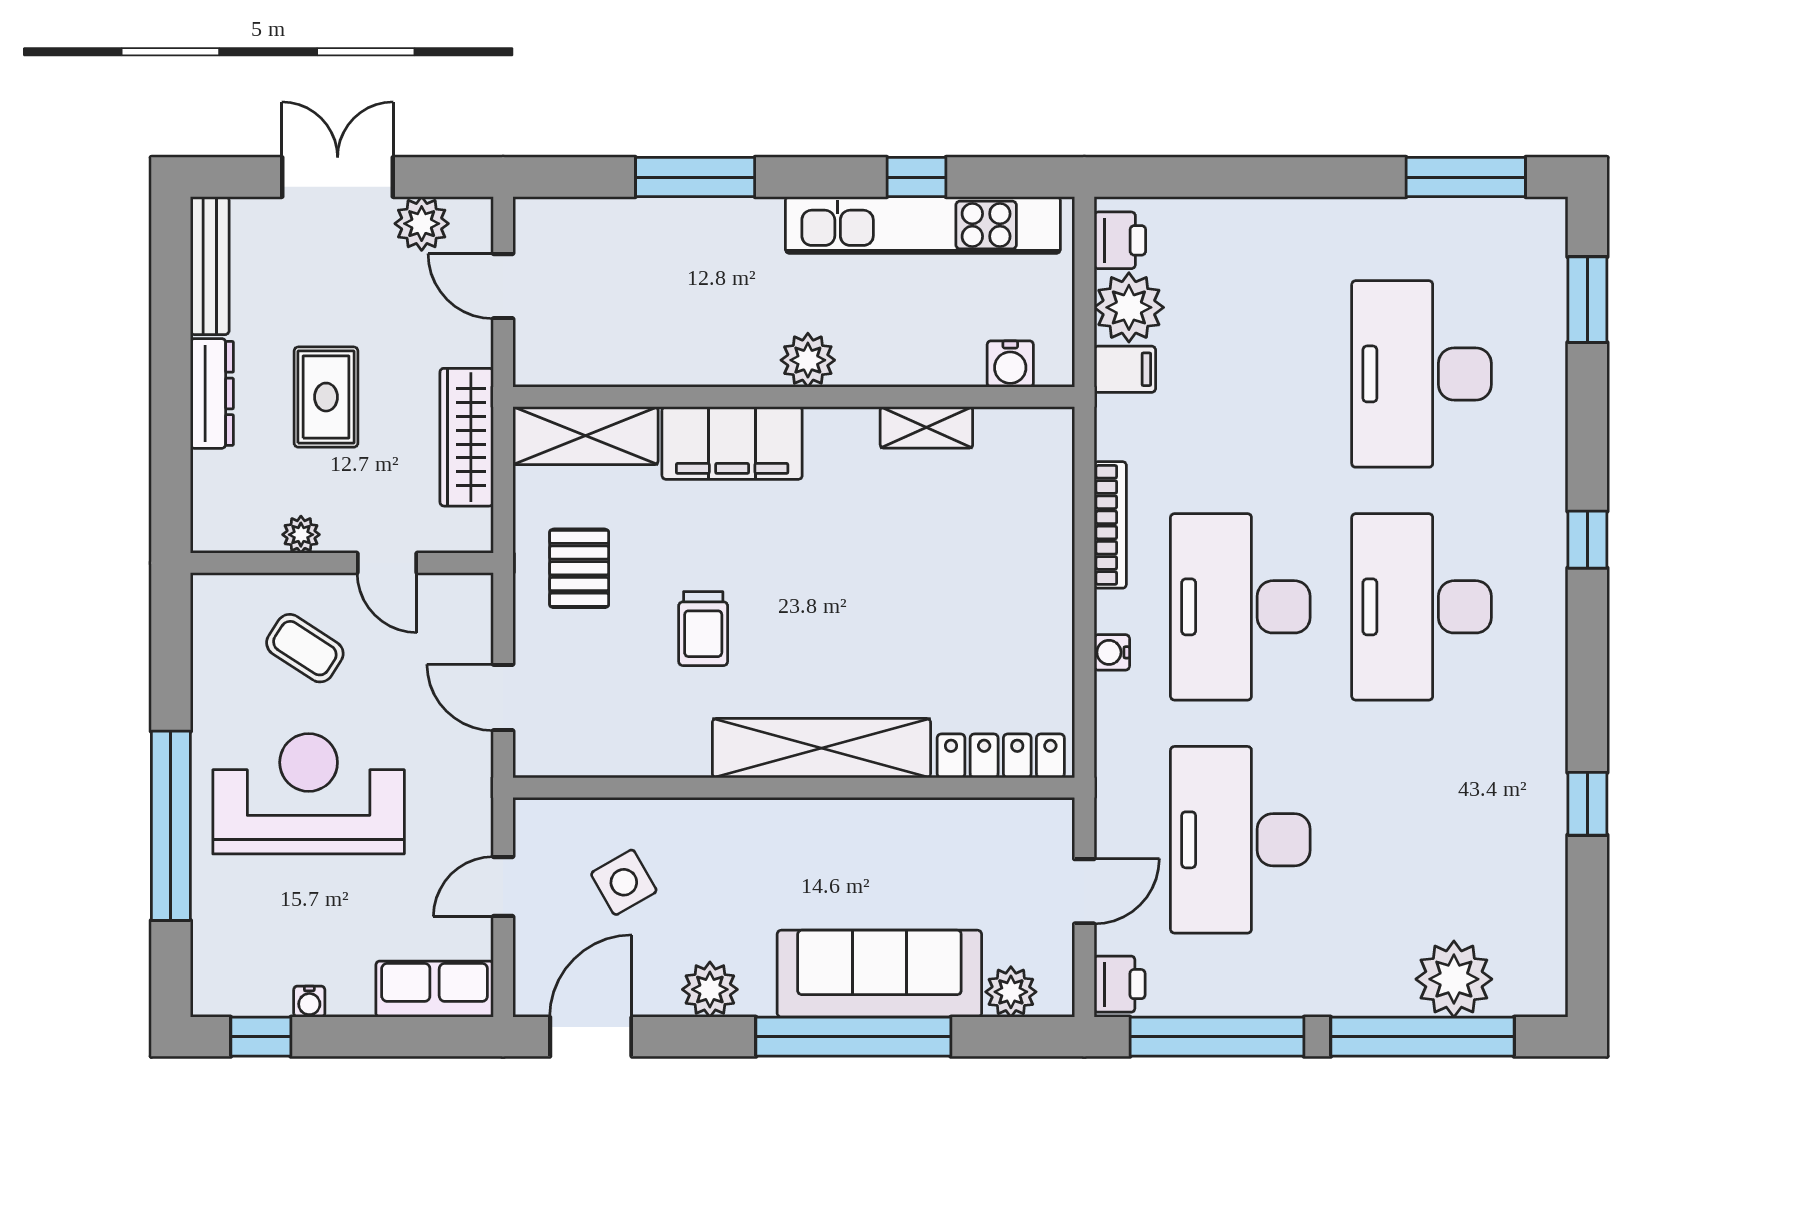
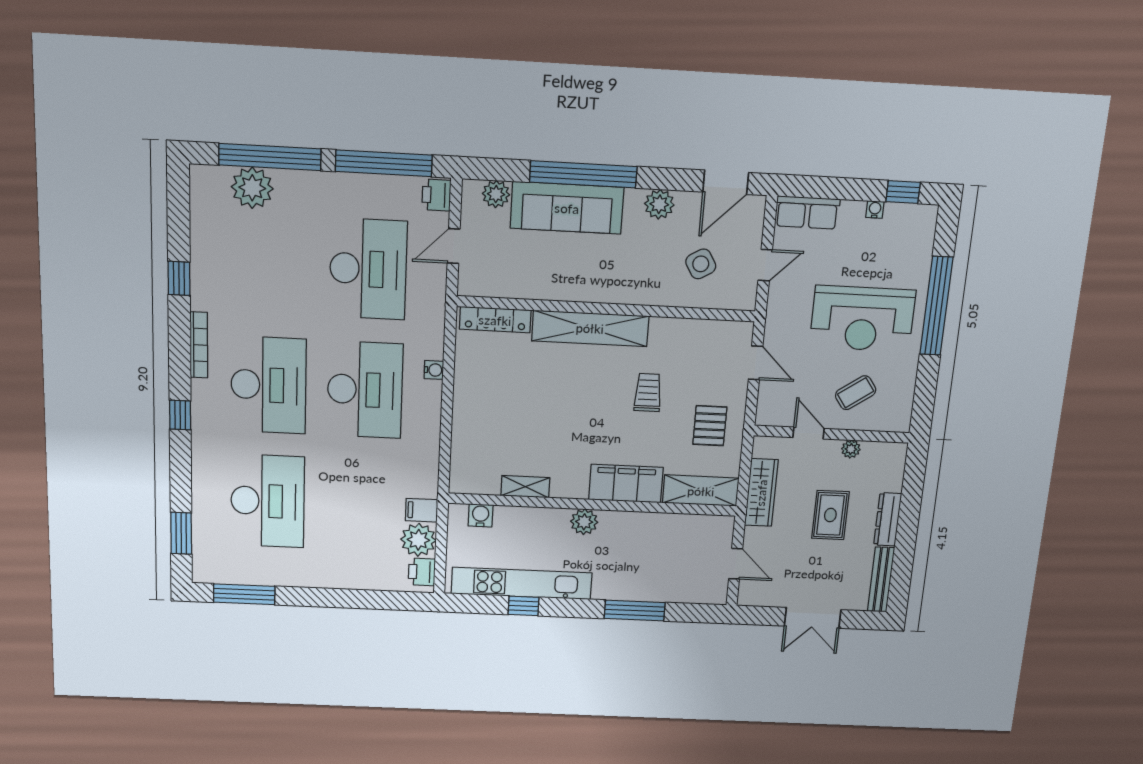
plant: (422, 224) -> (773, 595), removed
bookcase: (1110, 525) -> (199, 345), moved, turned 180
coffee table: (305, 648) -> (856, 393), turned -68

